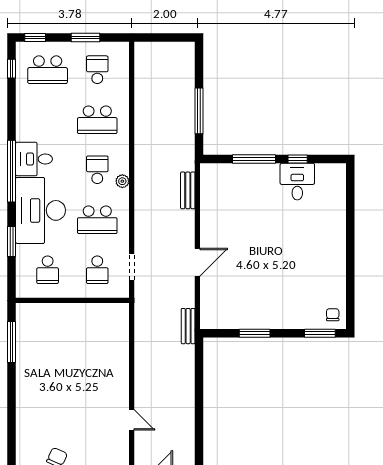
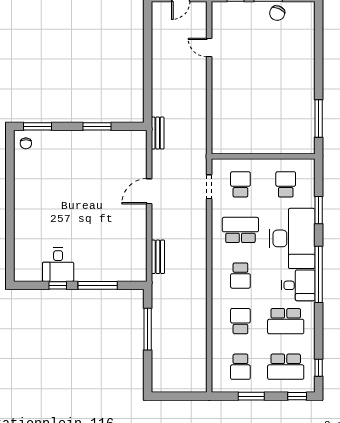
school desk: (48, 70) -> (286, 367), turned 180
school desk: (48, 120) -> (286, 321), added
school desk: (97, 120) -> (240, 321), width x0.54
plant: (122, 181) -> (218, 265), removed

